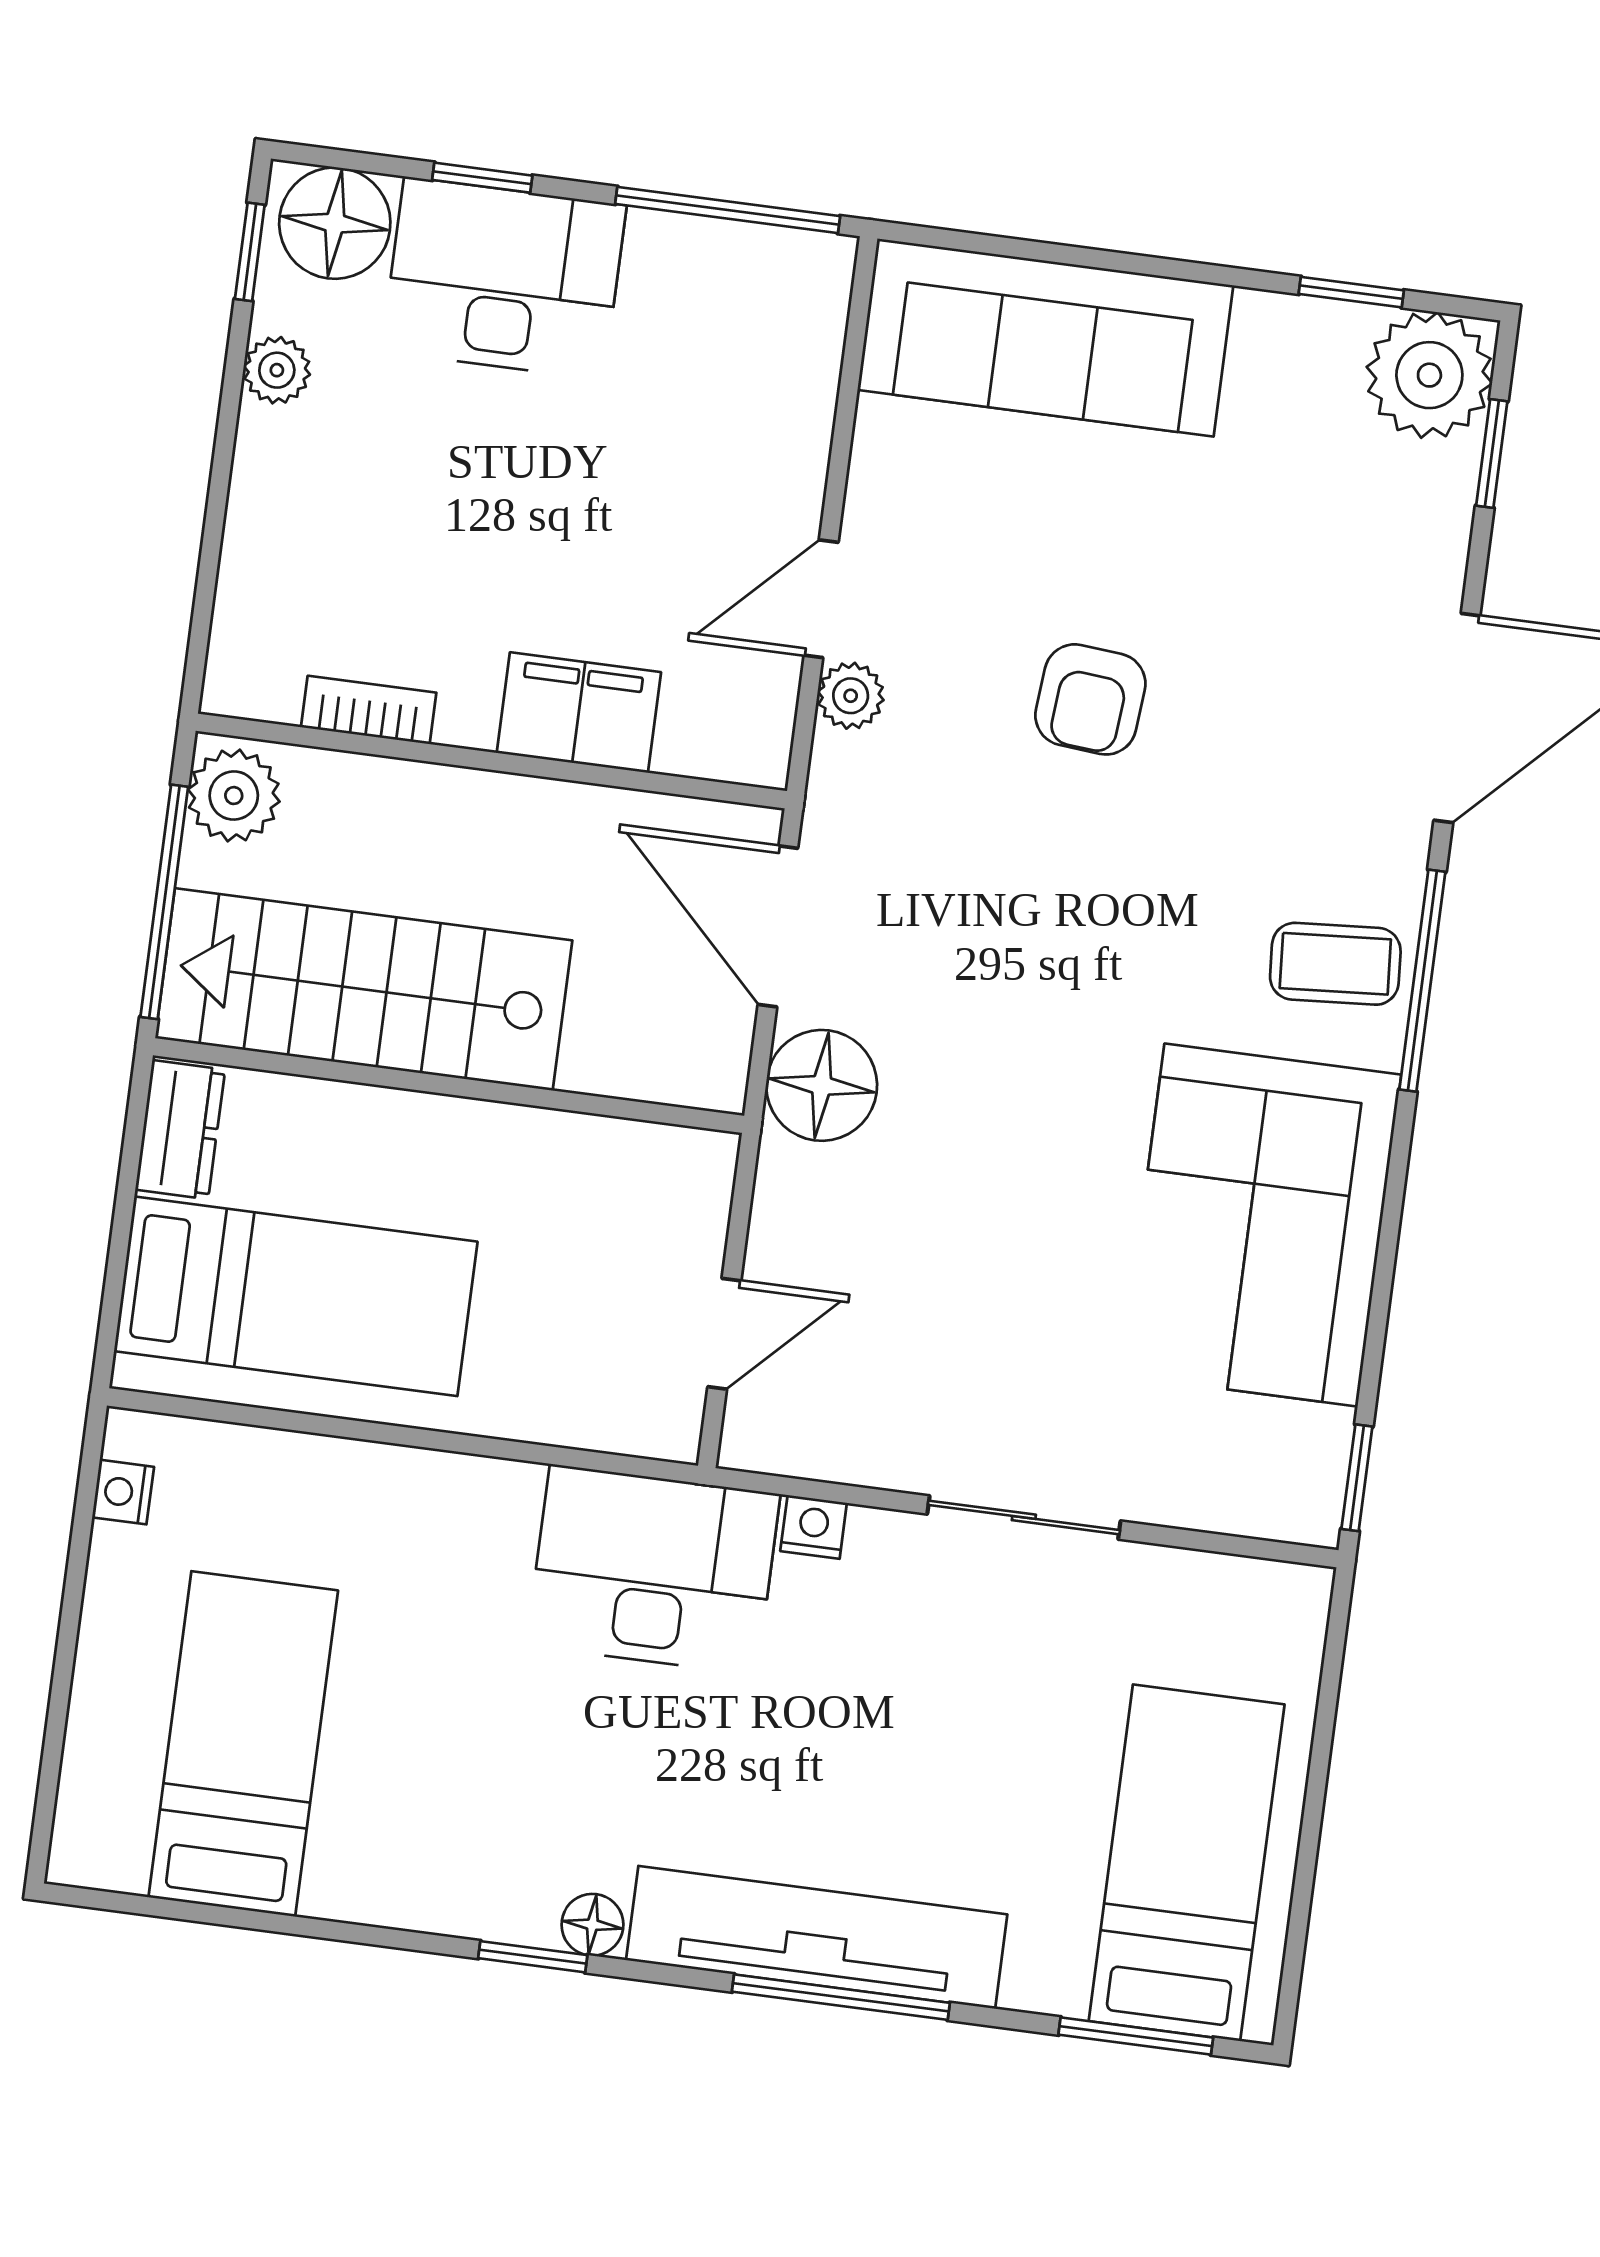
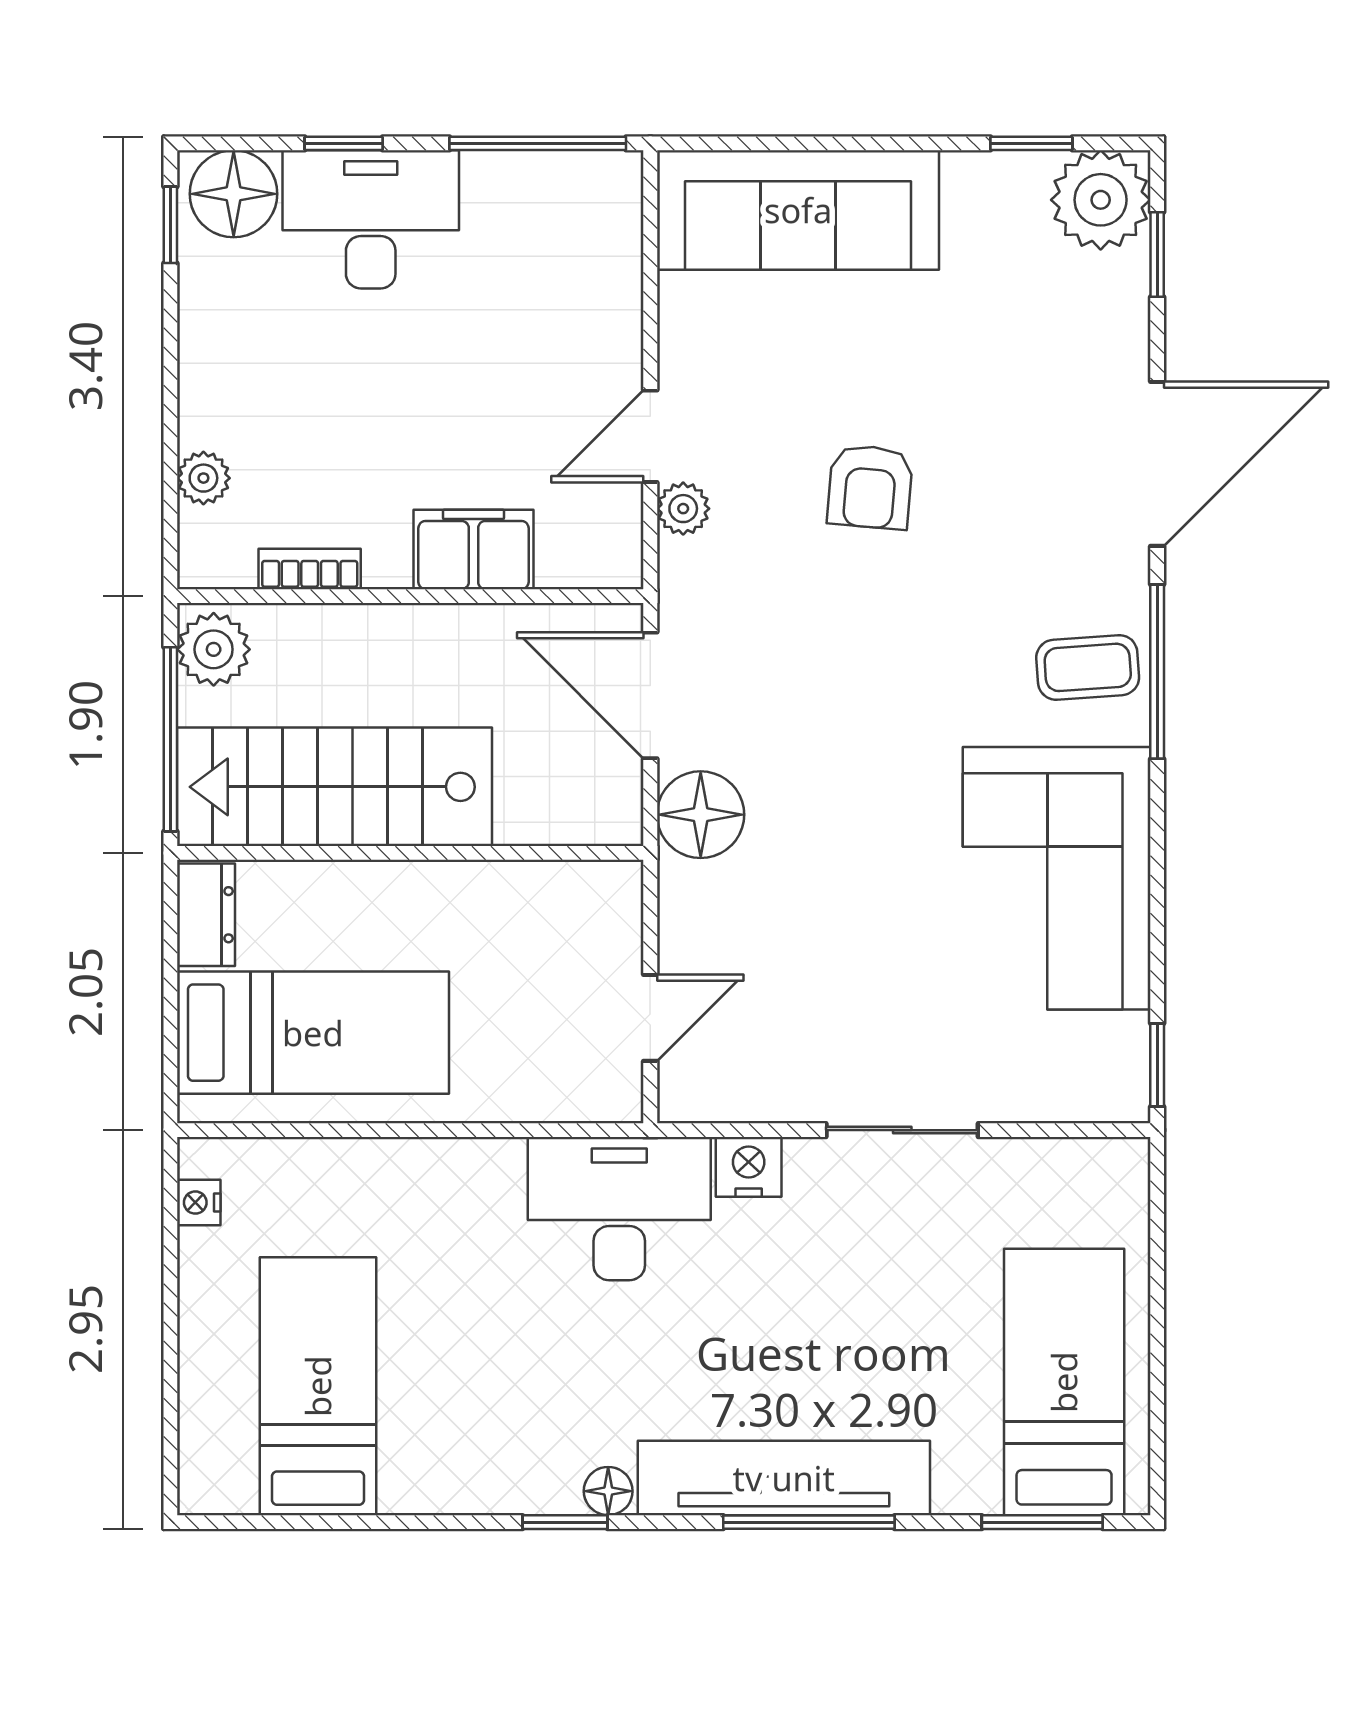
plant: (277, 370) -> (203, 478), moved
nightstand: (814, 1527) -> (749, 1167), width x1.39, depth x1.35

